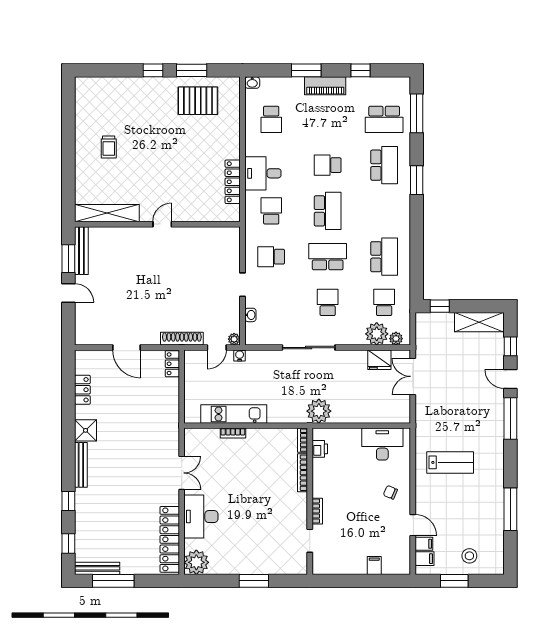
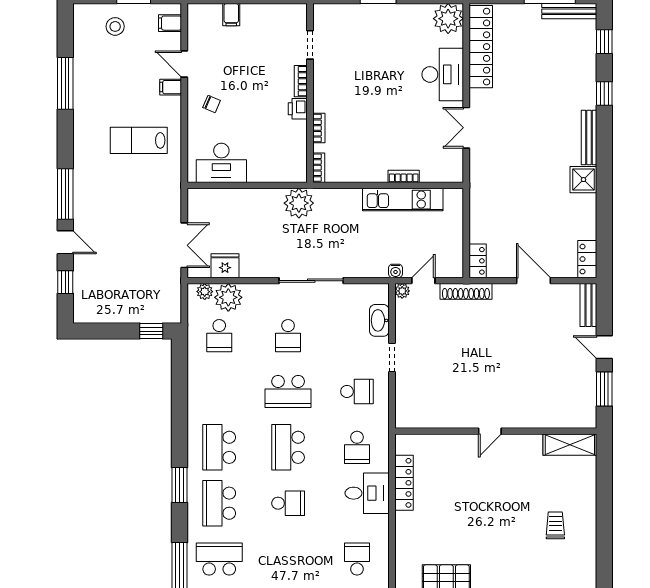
shelving: (107, 213) -> (570, 445), width x0.68
bench: (81, 251) -> (588, 305), moved, width x0.73
school desk: (384, 257) -> (219, 447), moved
washbasin: (250, 315) -> (379, 320), width x1.91, depth x1.45
shelving: (479, 322) -> (103, 312), removed
locker: (82, 390) -> (587, 259), moved
printer: (320, 449) -> (298, 109), moved
bookcase: (302, 473) -> (319, 128), width x0.64
filing cabinet: (424, 544) -> (171, 87), moved

